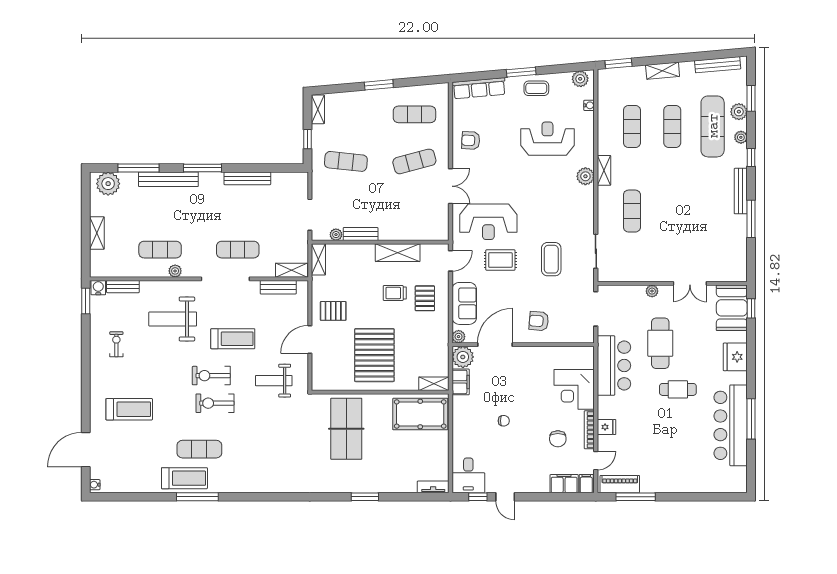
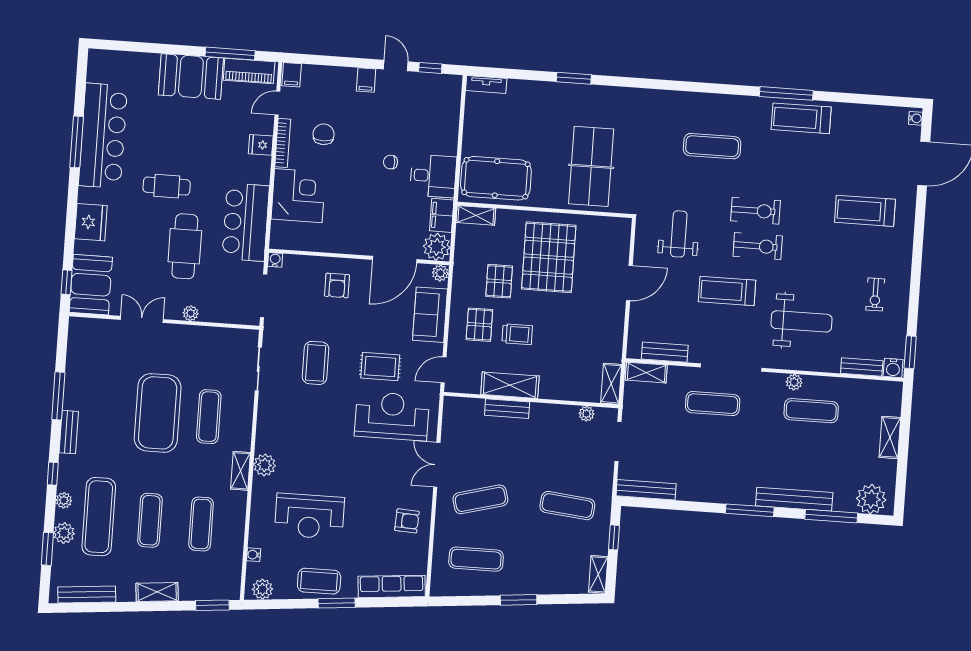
coffee table: (536, 88) -> (319, 581), width x1.36, depth x1.30
bench: (247, 178) -> (646, 490), moved
bench: (741, 191) -> (69, 432), width x0.73
exercise mat: (672, 211) -> (158, 413), added
bench: (361, 234) -> (507, 409), moved
pallet: (333, 311) -> (499, 281), moved, turned 90
armchair: (539, 321) -> (337, 285), turned 85
water cooler: (589, 338) -> (275, 260), added
weight bench: (274, 381) -> (679, 234), turned -90
exercise mat: (199, 449) -> (712, 146), moved
desk: (468, 475) -> (433, 176), moved, turned 90
booth: (665, 477) -> (191, 77), added
filing cabinet: (564, 484) -> (366, 80), moved, width x0.50

